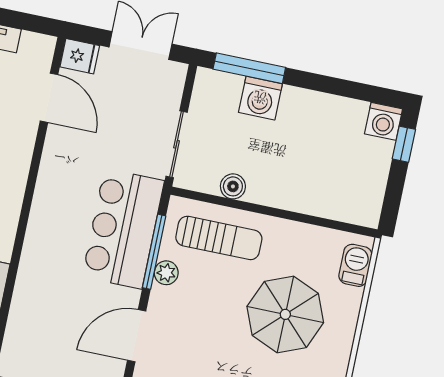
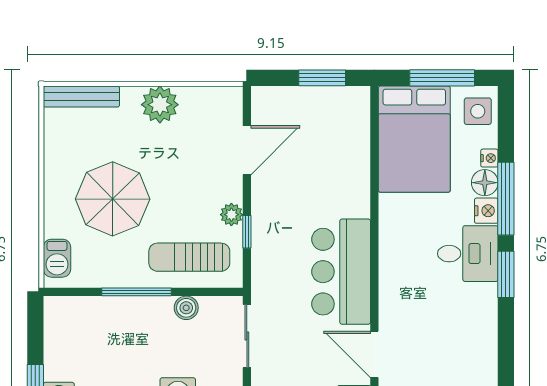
window: (281, 213) -> (137, 292), added
bar counter: (123, 229) -> (341, 272), moved, turned 180
window: (154, 252) -> (247, 232), width x0.46

